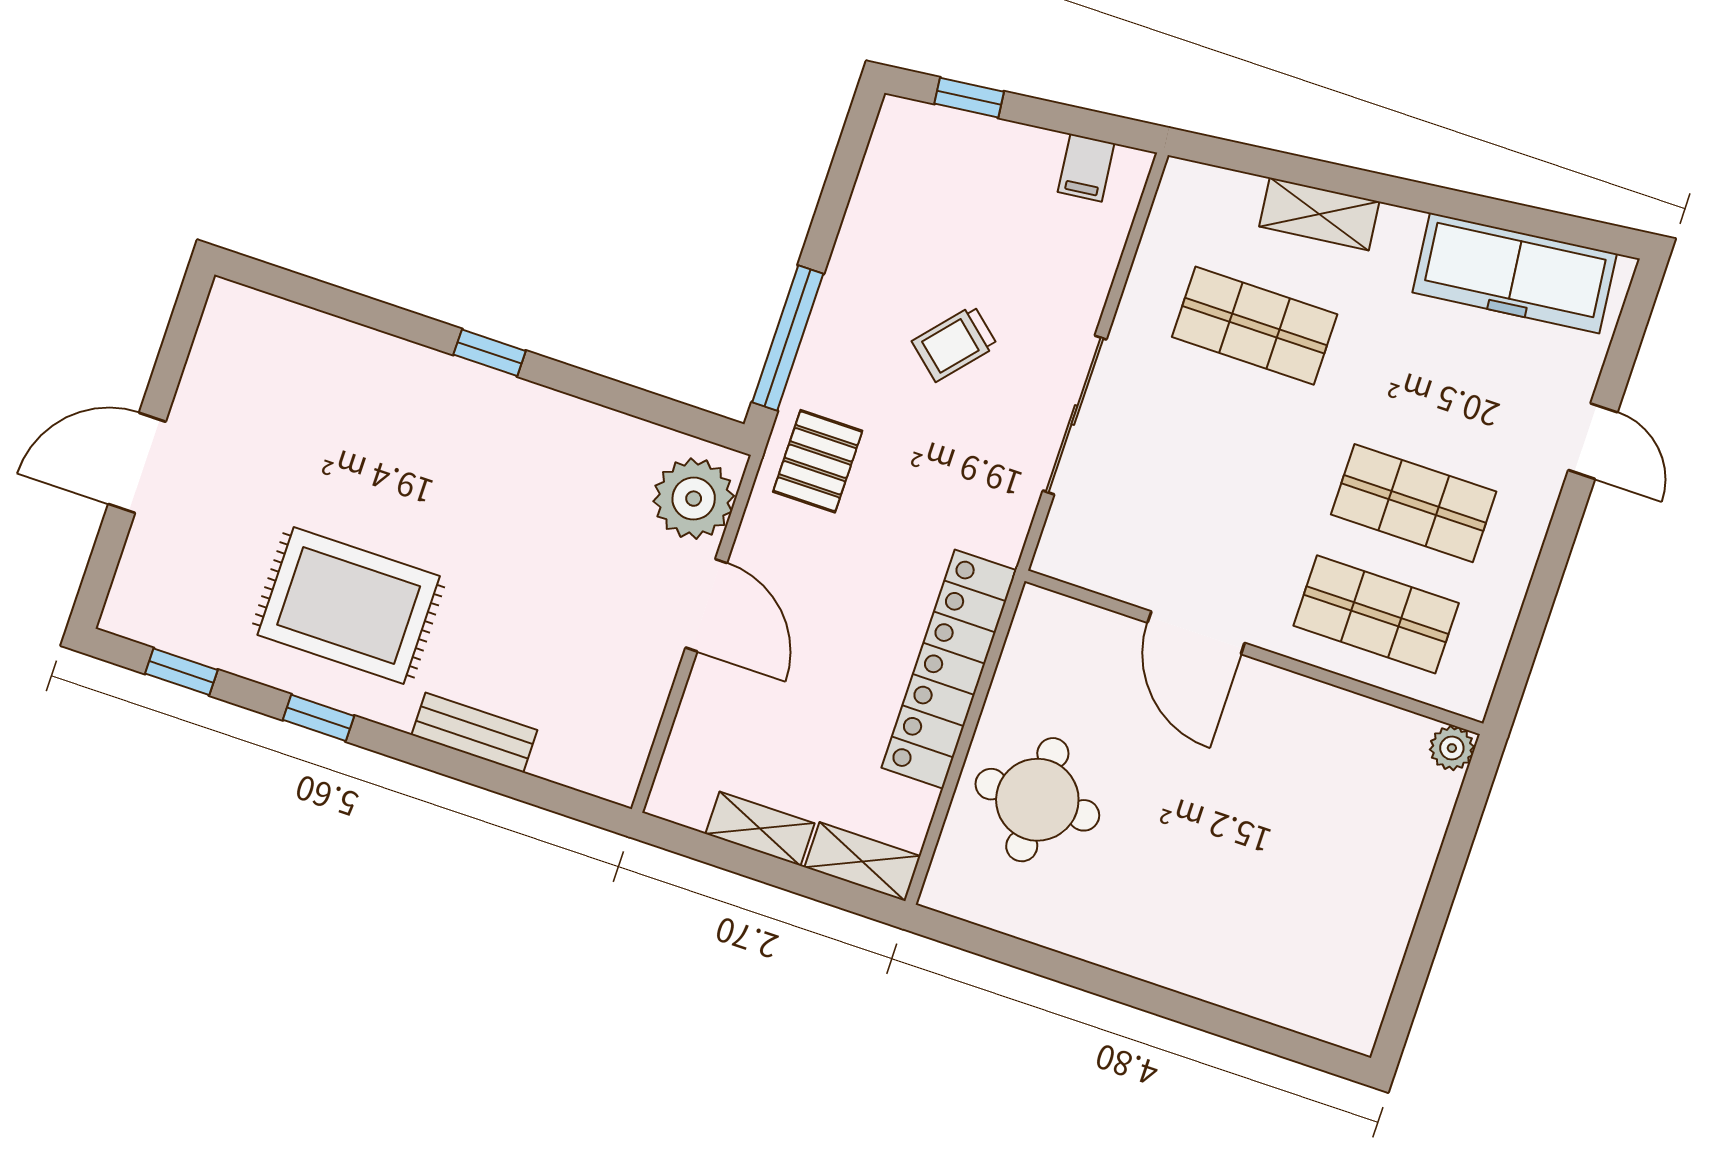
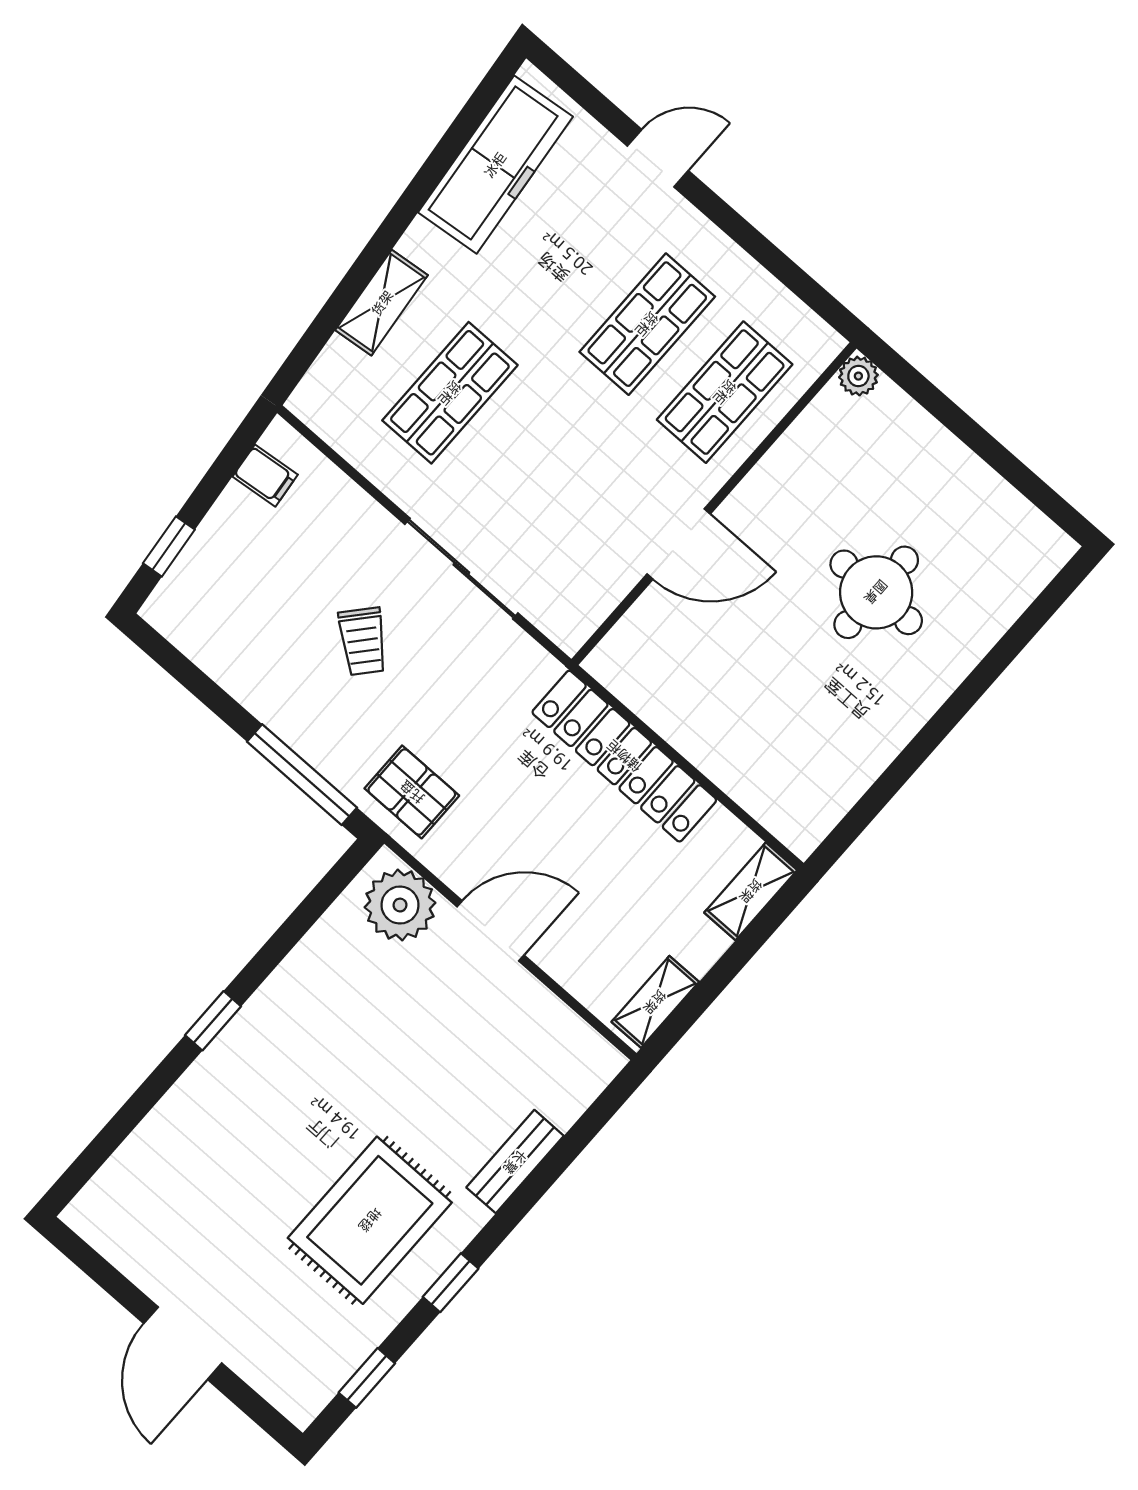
round table: (1037, 800) -> (876, 592), moved
shelving: (760, 829) -> (655, 1002), moved

